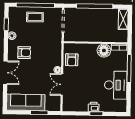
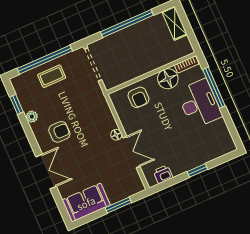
armchair: (72, 60) -> (139, 97), moved
double door: (62, 85) -> (132, 152), swing flipped
desk: (116, 85) -> (199, 104), moved
sofa: (26, 102) -> (86, 203), width x0.73
printer: (94, 107) -> (163, 174), moved

